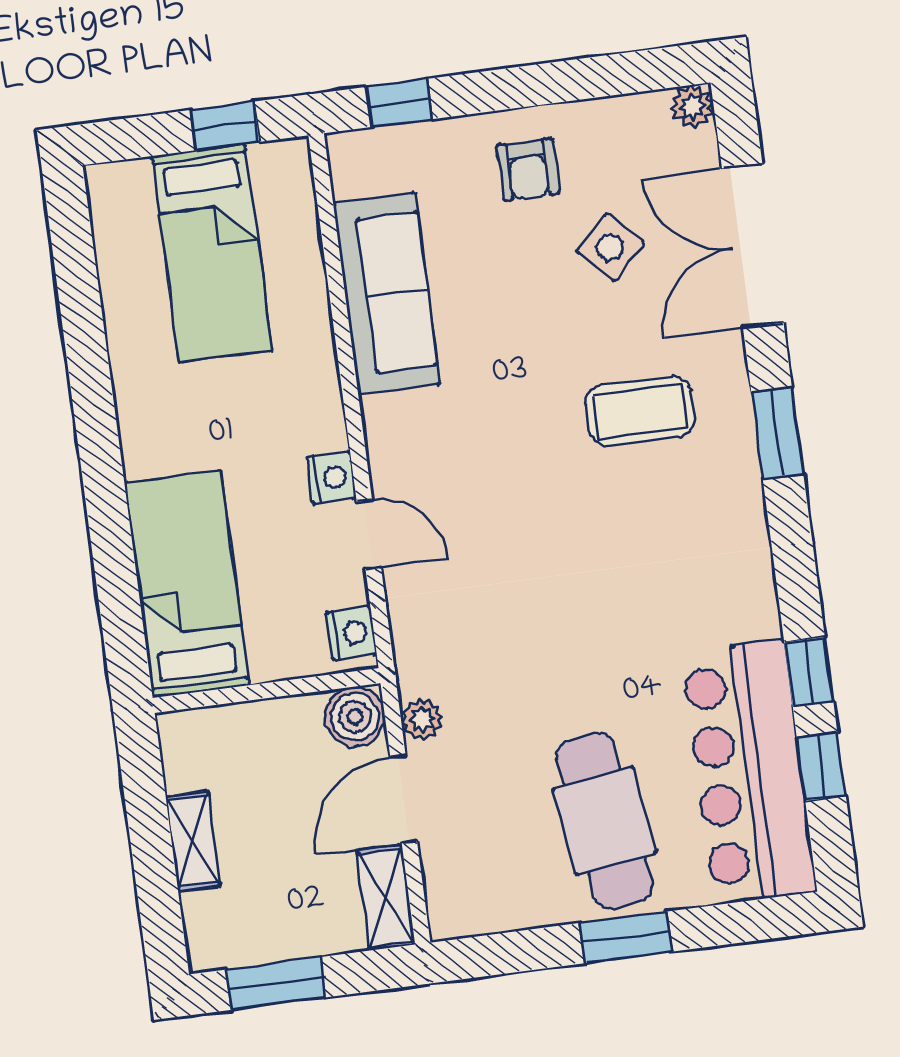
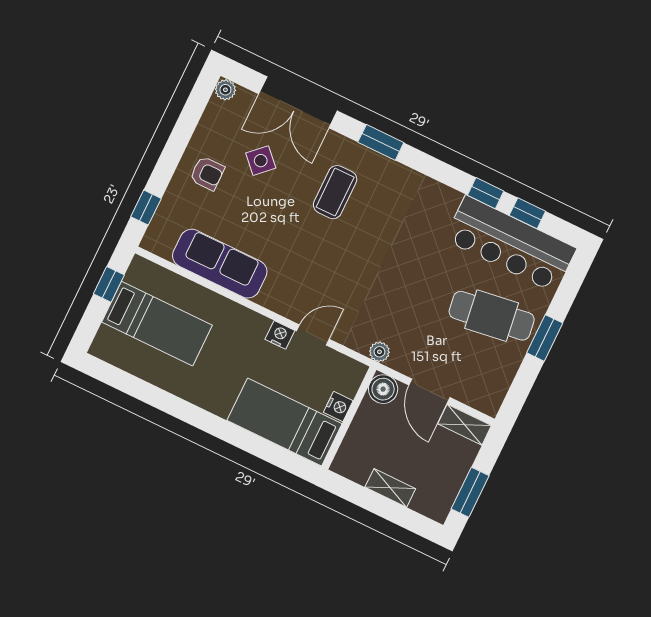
nightstand: (352, 633) -> (338, 406), moved, turned 90
plant: (422, 719) -> (379, 352), moved

